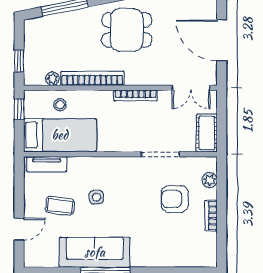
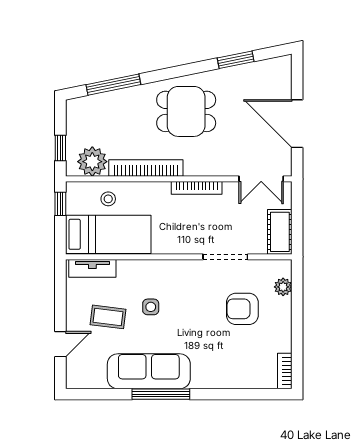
plant: (52, 79) -> (92, 162), width x1.88, depth x1.88
bookcase: (211, 215) -> (285, 371), moved

